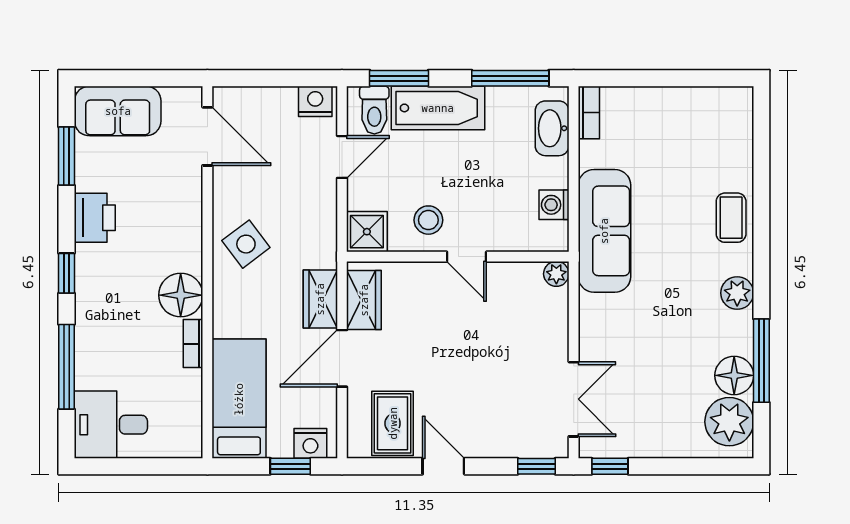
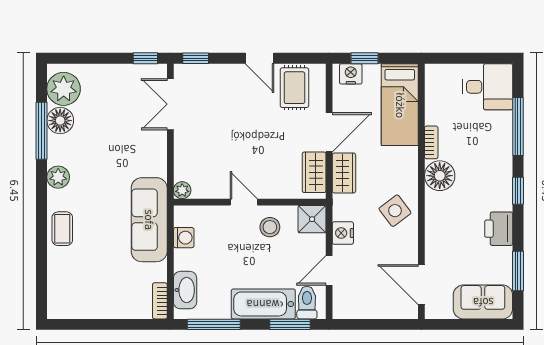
nightstand: (315, 101) -> (343, 233), moved, turned 90

